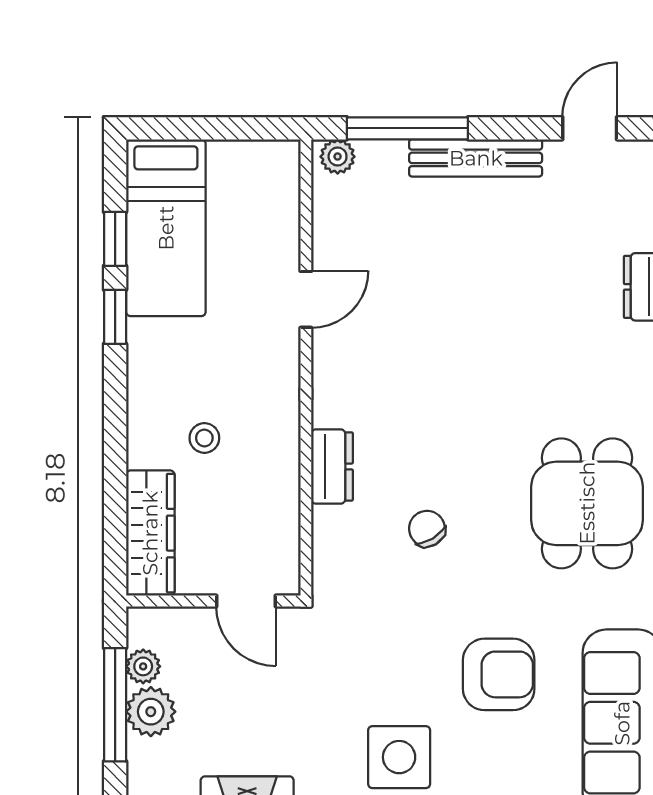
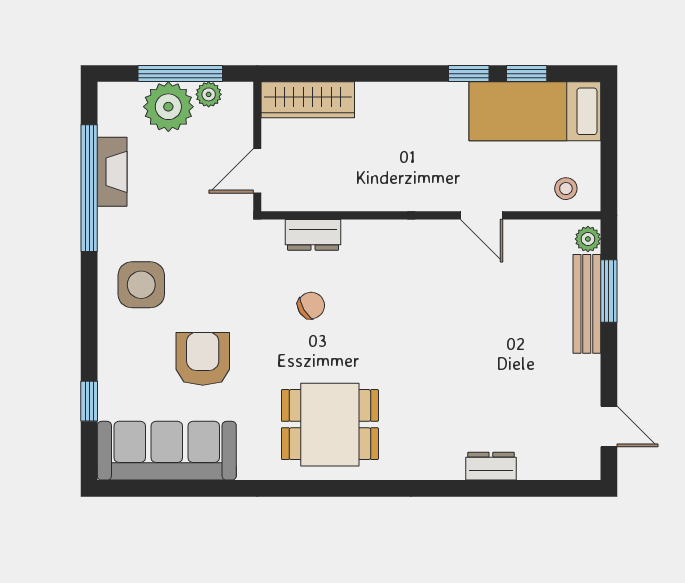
window: (407, 128) -> (609, 291), width x0.69
bench: (476, 158) -> (587, 304), moved
stool: (204, 438) -> (566, 189), moved
dresser: (332, 467) -> (313, 235), moved
armchair: (499, 674) -> (203, 359), turned 180
plant: (151, 712) -> (168, 107), width x1.36, depth x1.36

